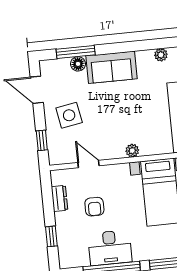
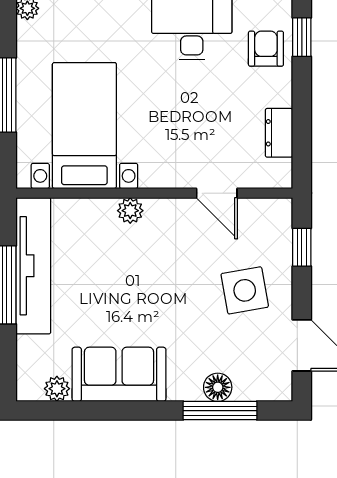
sofa: (111, 67) -> (119, 374), moved
armchair: (94, 207) -> (266, 49), moved
window: (51, 236) -> (302, 37), moved

